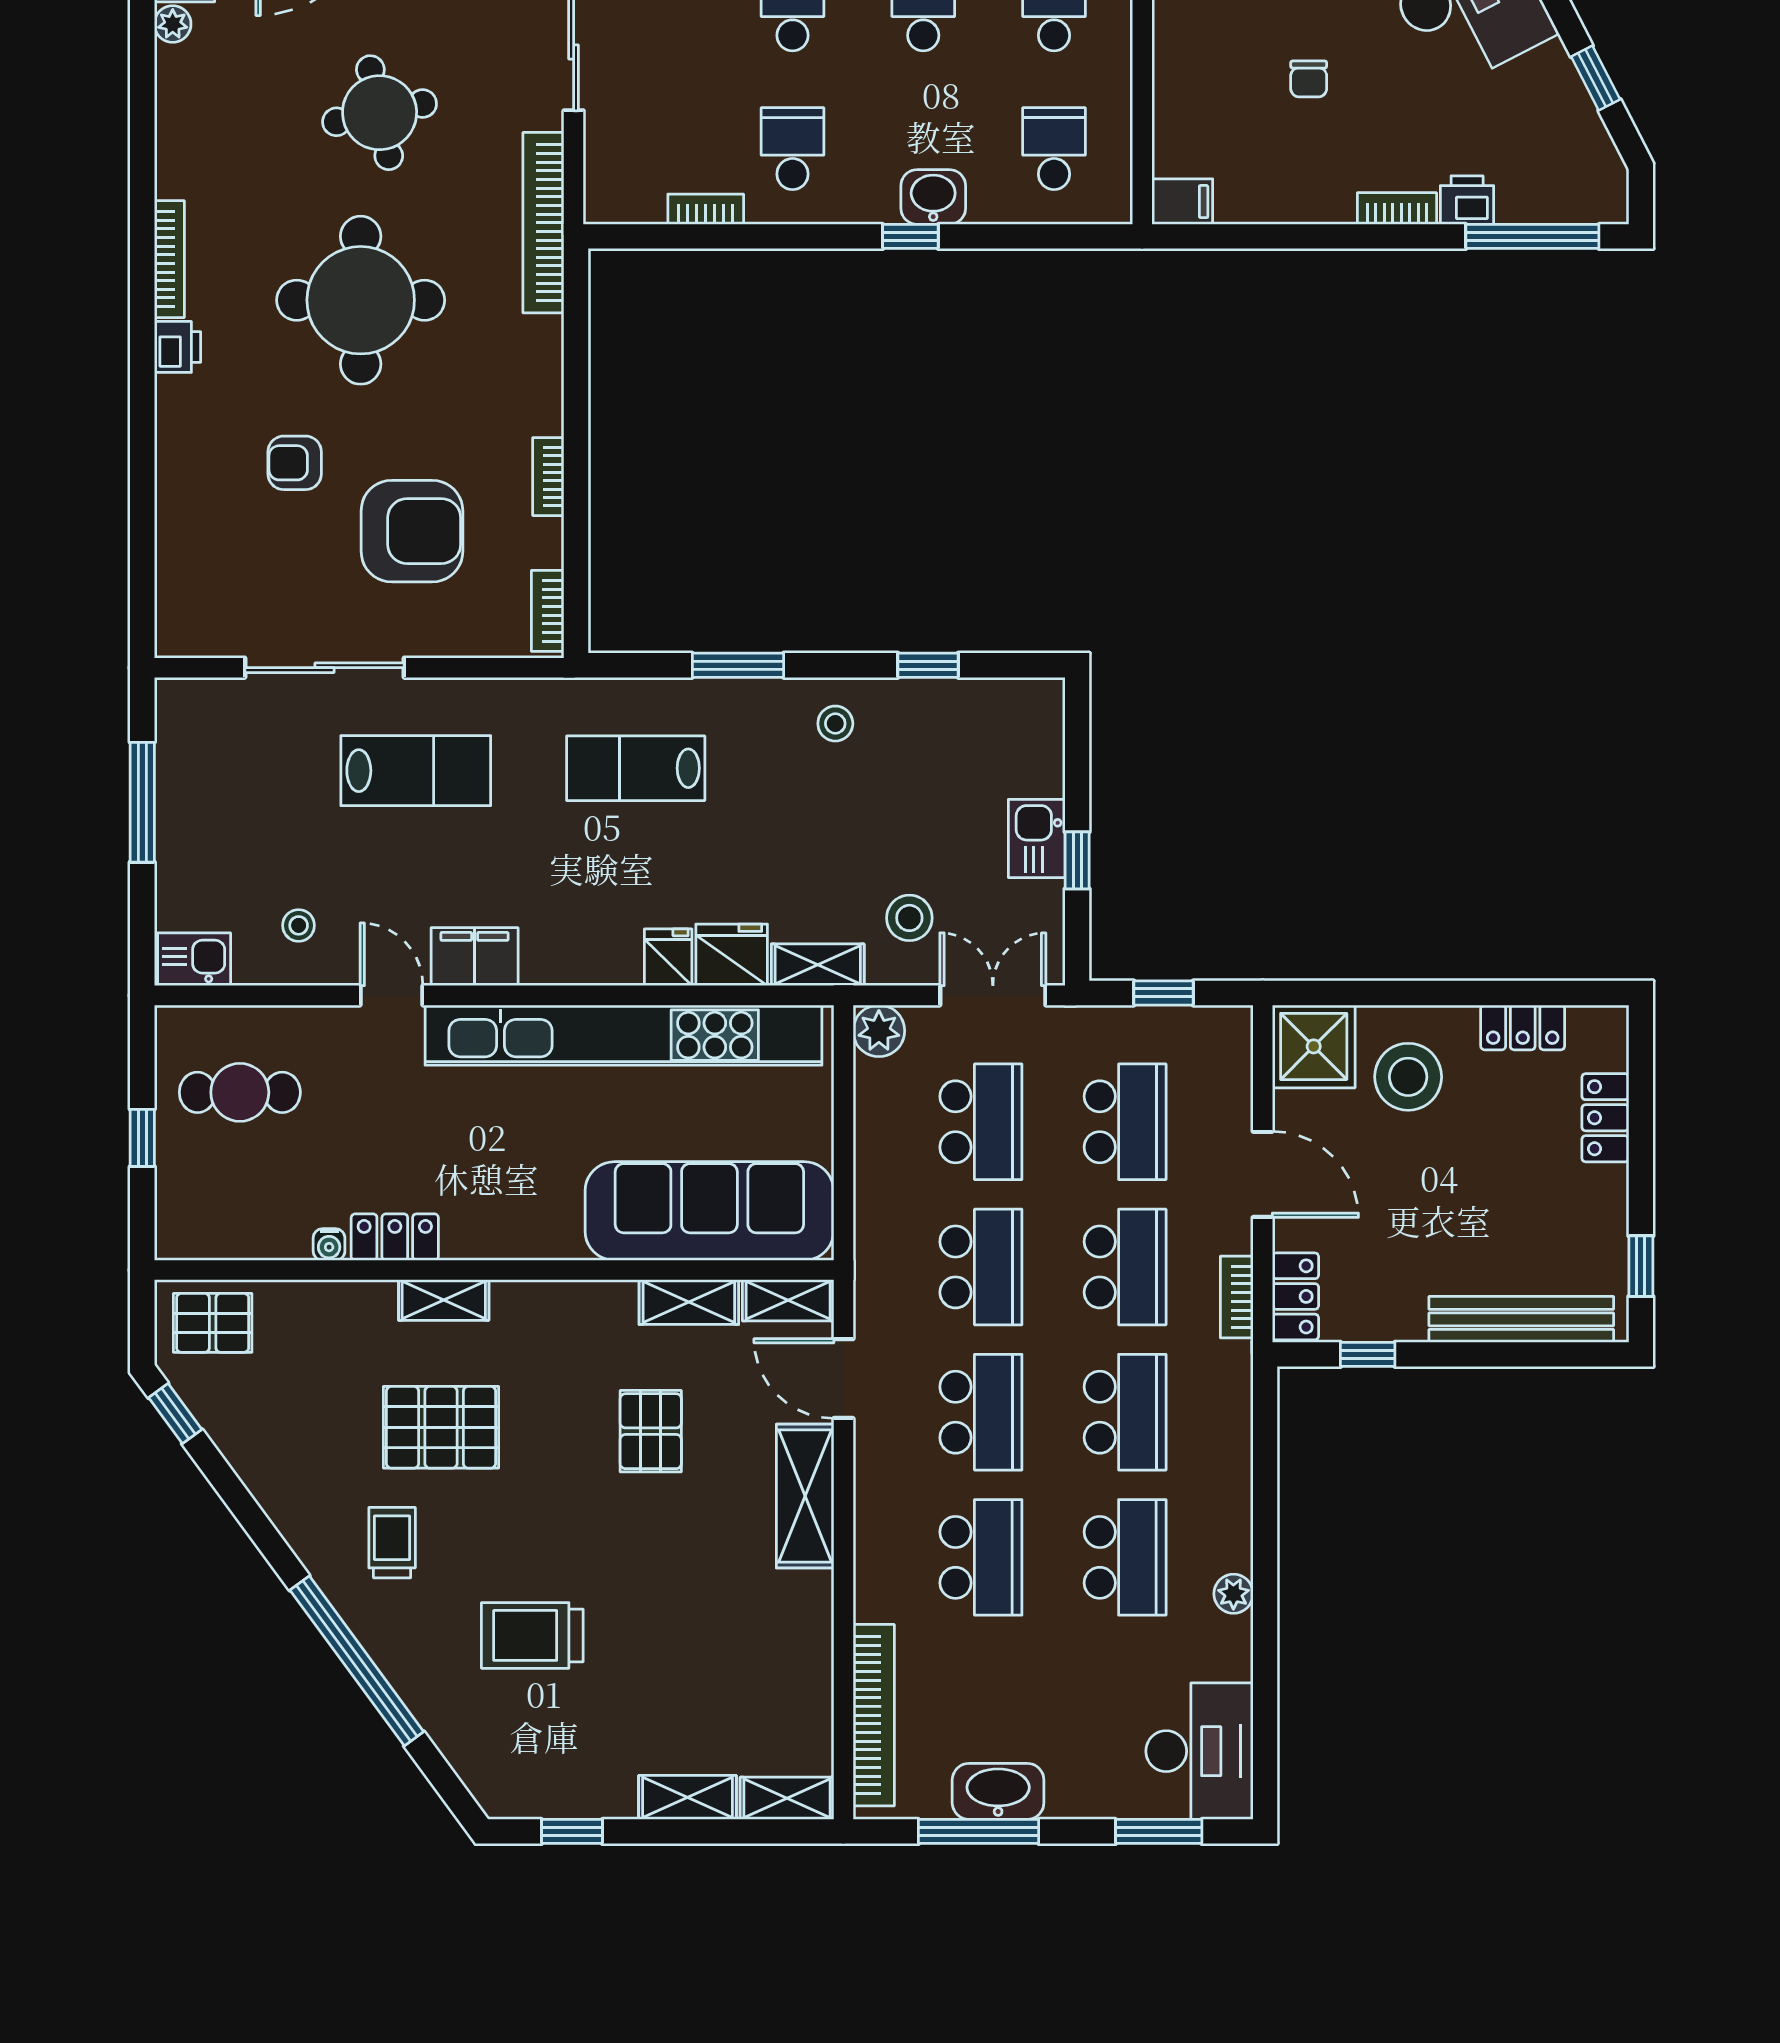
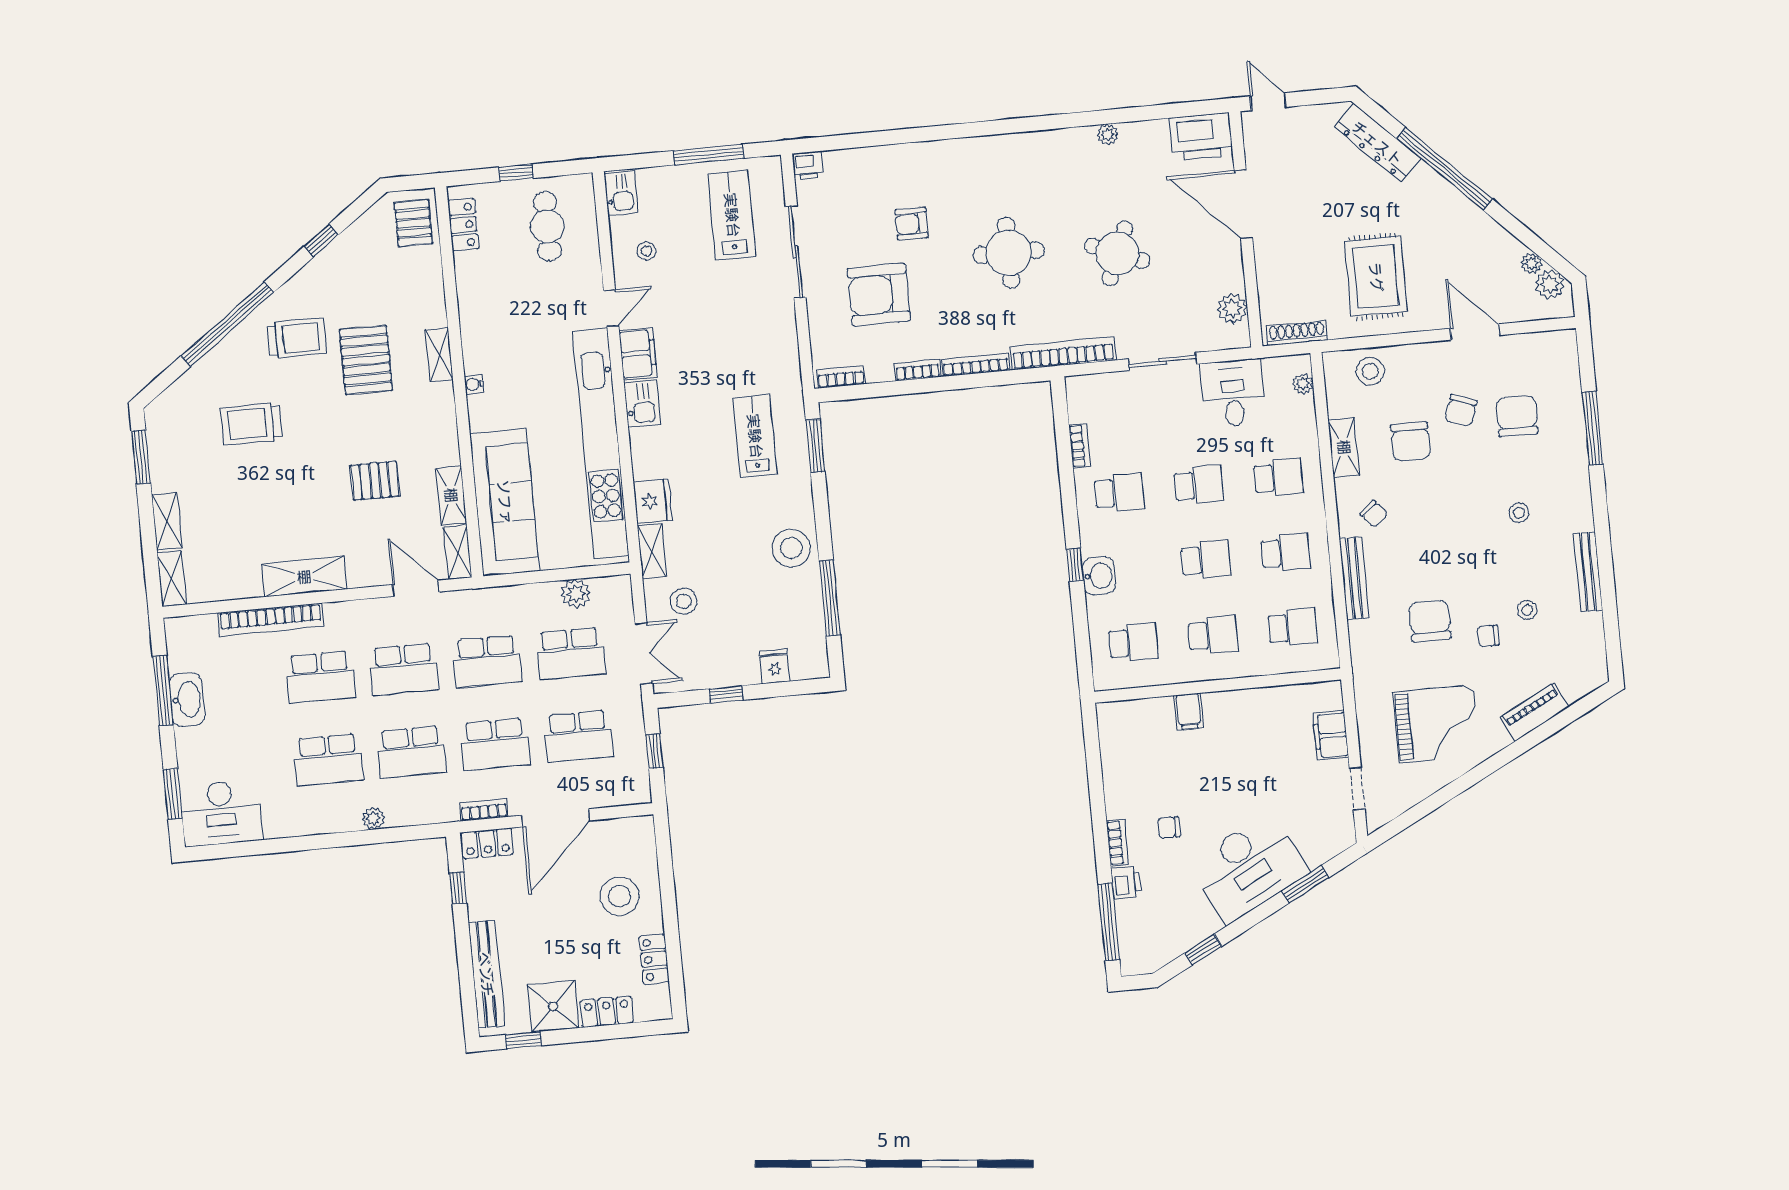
plant: (173, 24) -> (1108, 134), moved
chair: (1309, 79) -> (1169, 828), moved
round table: (380, 113) -> (1117, 253), turned 34
filing cabinet: (1182, 202) -> (1189, 712), moved
bookcase: (169, 259) -> (976, 365), moved, turned 180
round table: (361, 300) -> (1009, 253), width x0.73, depth x0.73
printer: (178, 347) -> (808, 166), moved
armchair: (295, 463) -> (912, 224), turned -90
armchair: (412, 531) -> (879, 295), turned 90
window: (738, 665) -> (815, 446), moved
window: (928, 665) -> (830, 598), width x2.17
stool: (835, 724) -> (791, 548), width x1.89, depth x1.89
lab bench: (416, 771) -> (732, 215), moved, turned 180
kitchen sink: (1037, 838) -> (642, 403), moved, turned 90
fridge: (668, 957) -> (775, 666), moved, turned -90
plant: (879, 1031) -> (576, 594), moved
shower: (1314, 1046) -> (553, 1006), moved
door: (1263, 1174) -> (556, 818), width x1.36
locker: (395, 1237) -> (463, 225), moved
water cooler: (329, 1245) -> (474, 384), moved
door: (843, 1379) -> (416, 588), hinge flipped
window: (175, 1414) -> (321, 241), moved
shelving: (805, 1496) -> (304, 577), moved
trolley: (392, 1543) -> (297, 338), width x1.36, depth x1.39
plant: (1233, 1594) -> (373, 818), moved
trolley: (532, 1635) -> (251, 424), turned -90
bookcase: (874, 1715) -> (271, 620), moved
window: (572, 1831) -> (141, 457), width x1.50

